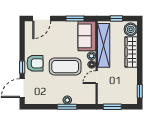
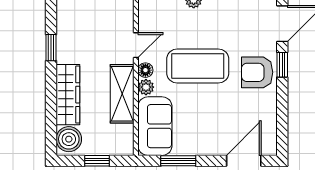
shelving: (104, 45) -> (122, 94), width x0.68
window: (140, 91) -> (51, 48), moved

